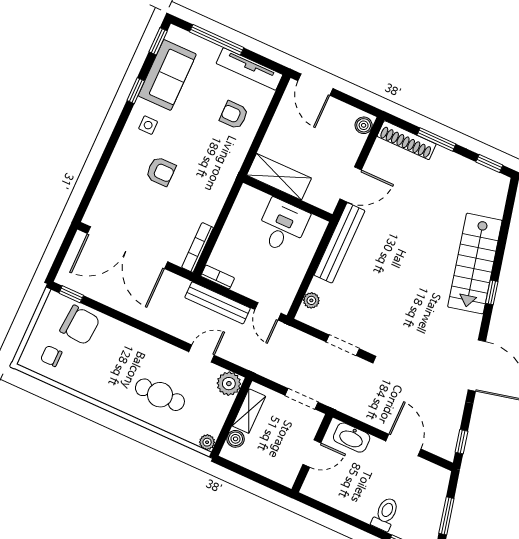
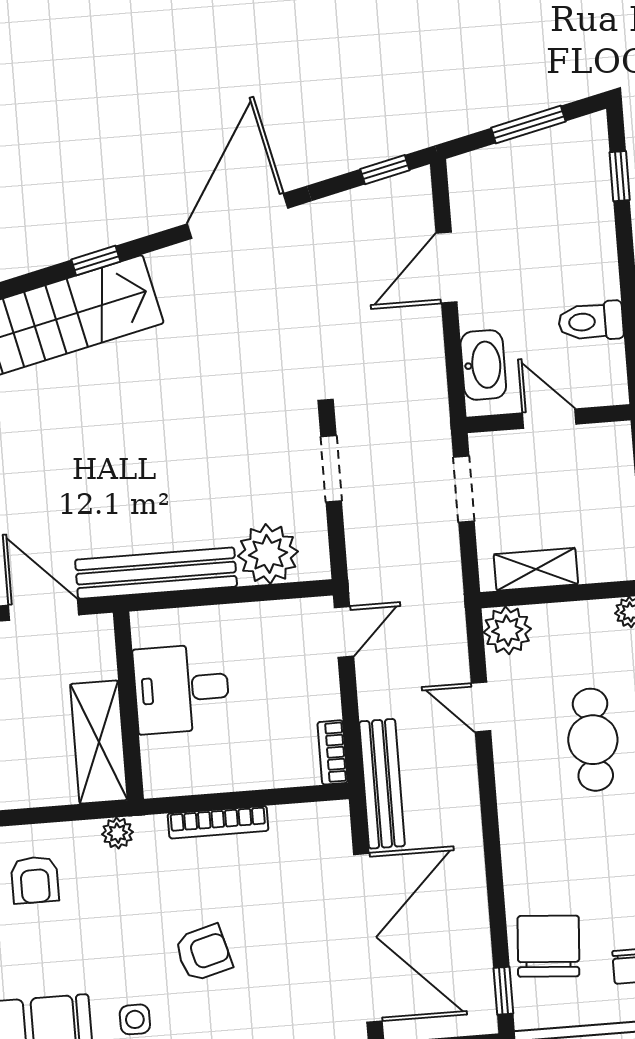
plant: (234, 163) -> (118, 833), added
armchair: (161, 171) -> (203, 953), turned 75
bookcase: (198, 248) -> (218, 822), moved
plant: (311, 300) -> (268, 554), width x1.87, depth x1.87
bench: (218, 303) -> (382, 784), moved
boiler: (236, 439) -> (597, 566), removed
toilet: (385, 514) -> (591, 321), moved

